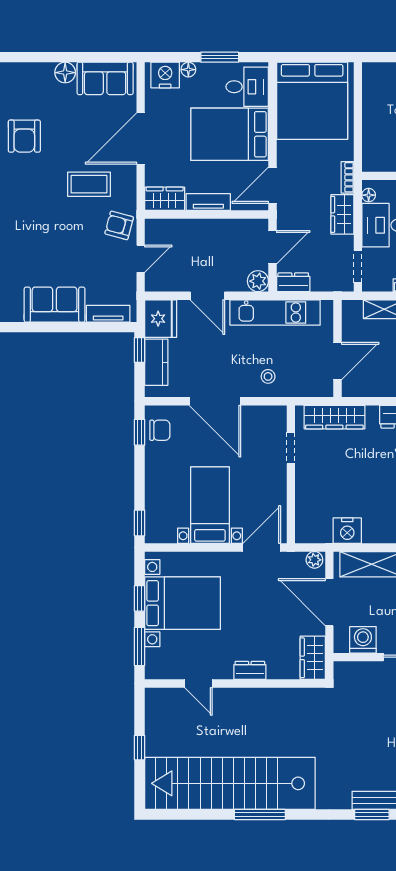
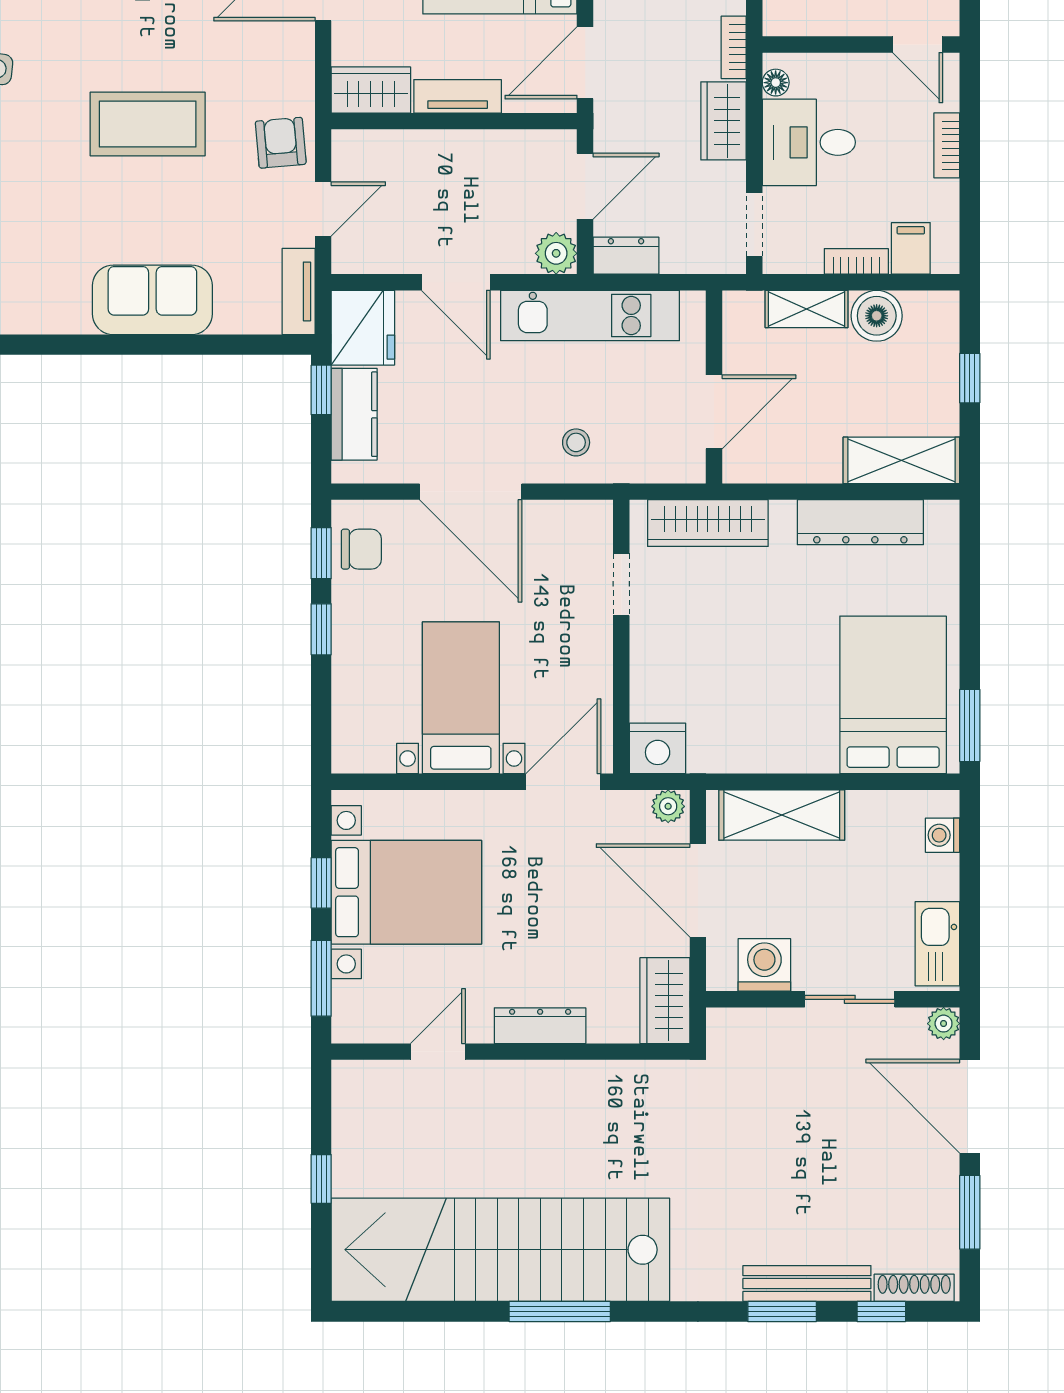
coffee table: (89, 184) -> (148, 124), moved, width x1.36, depth x1.32
armchair: (119, 225) -> (281, 143), turned 70
tv unit: (108, 314) -> (299, 291), moved, turned -90
window: (140, 523) -> (321, 629), moved
nightstand: (347, 531) -> (658, 748), moved
dresser: (250, 670) -> (540, 1026), width x1.44
door: (198, 684) -> (438, 1052), swing flipped

